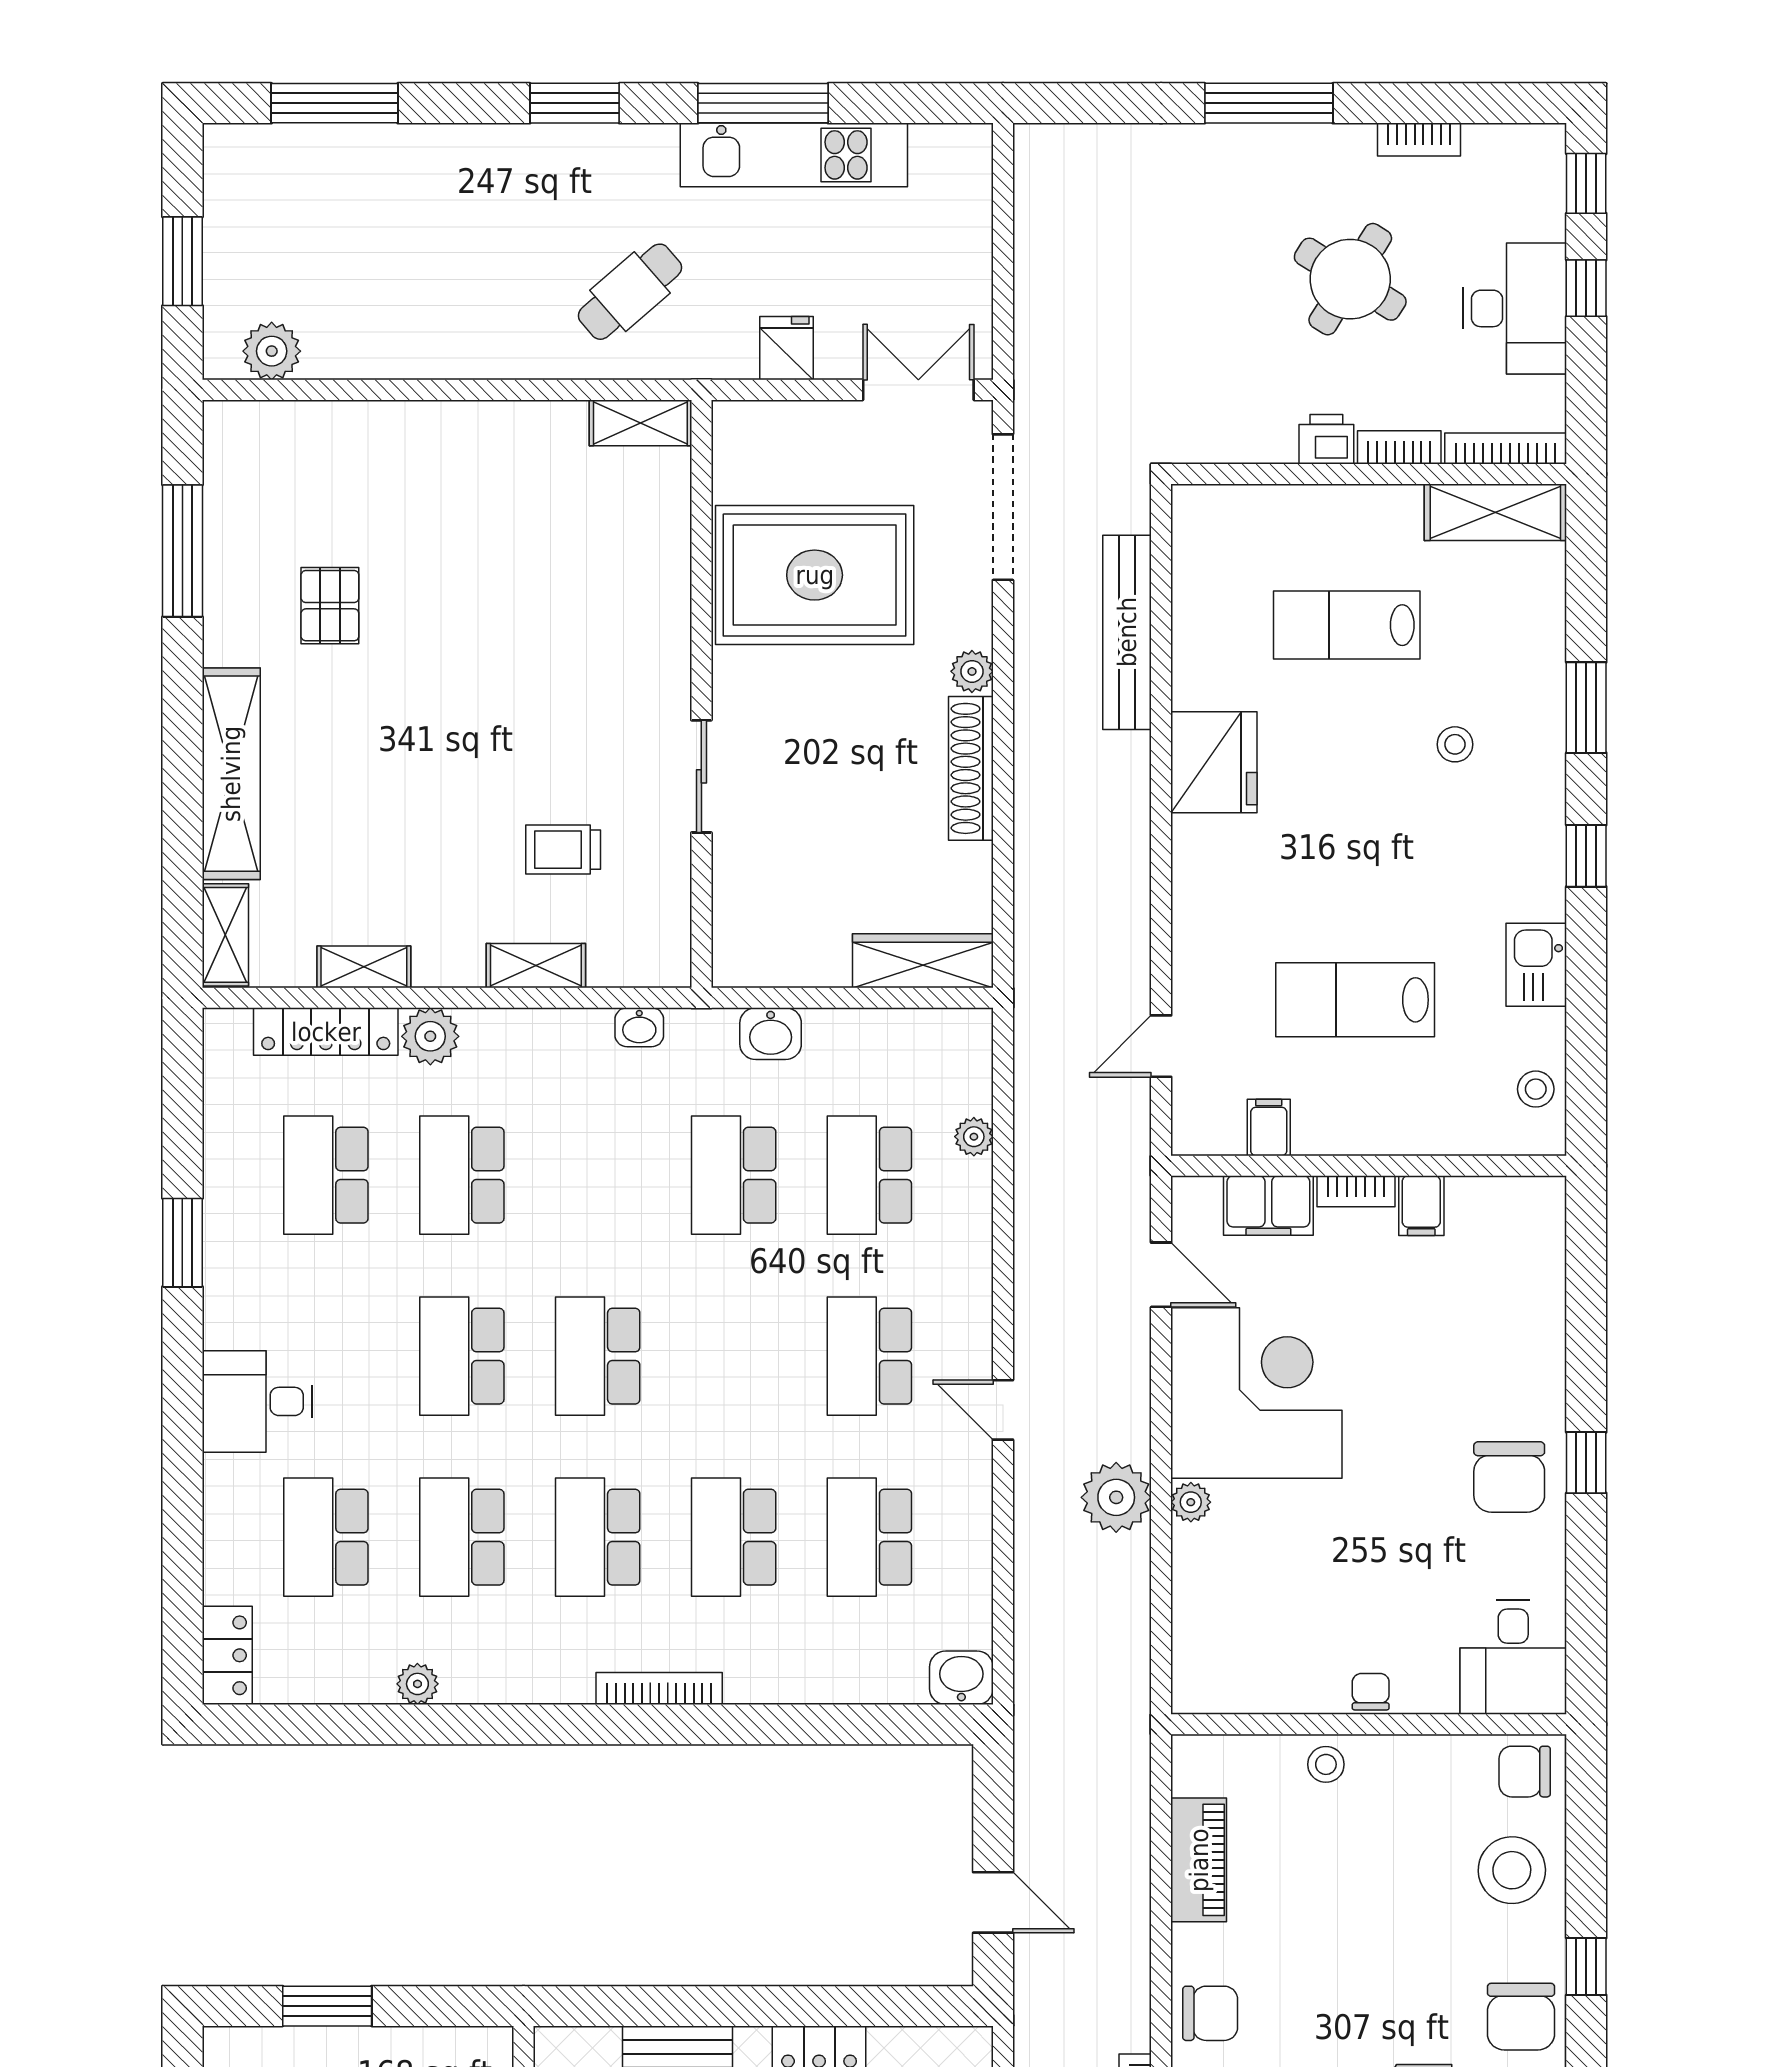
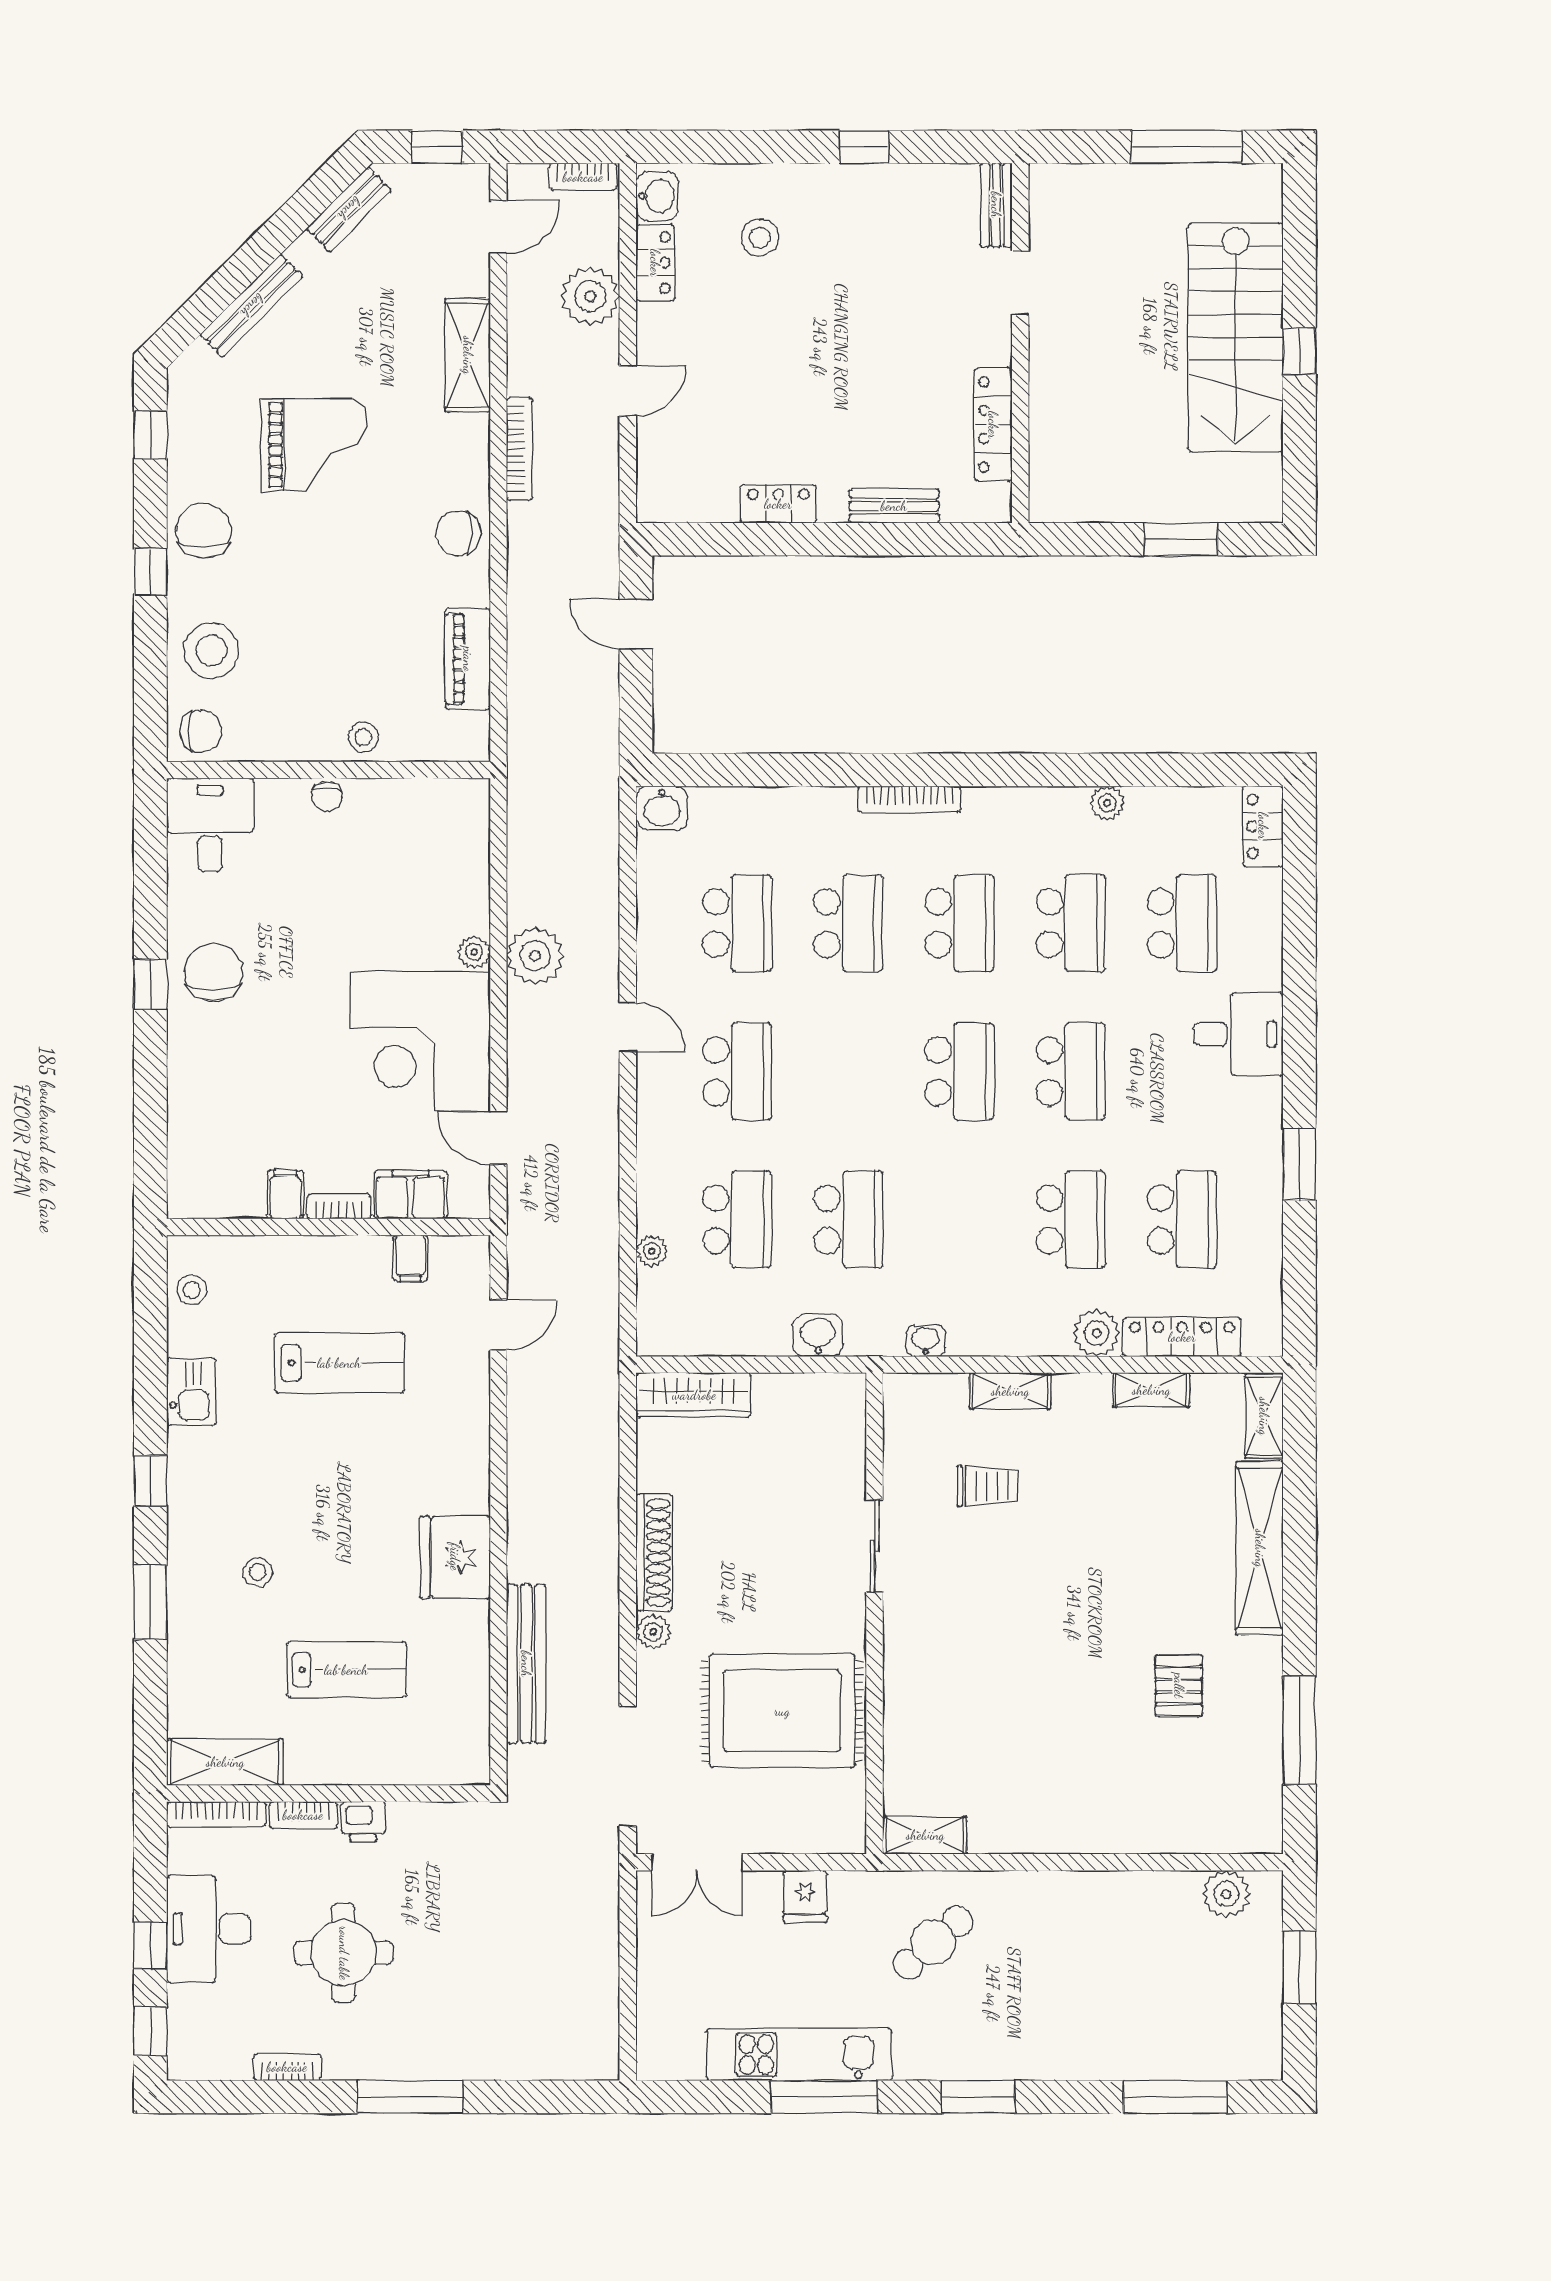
round table: (1350, 279) -> (344, 1953), turned -32

